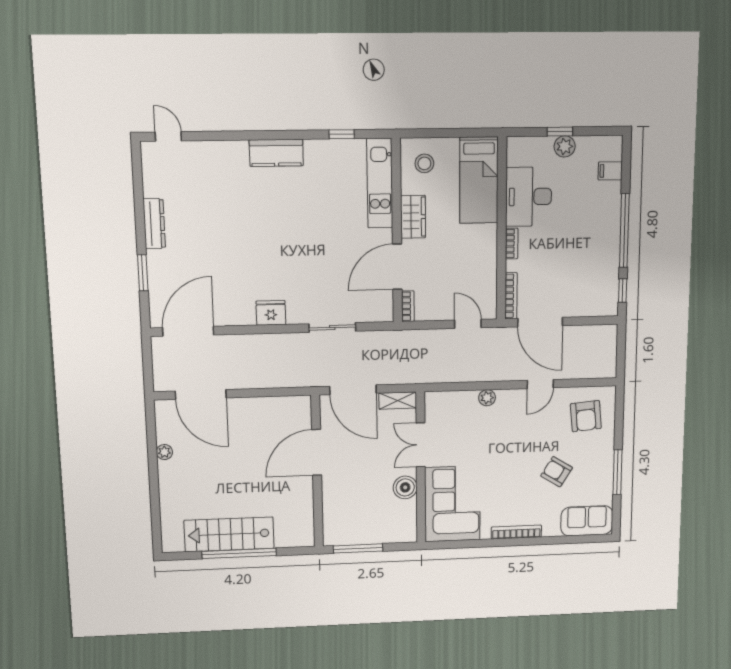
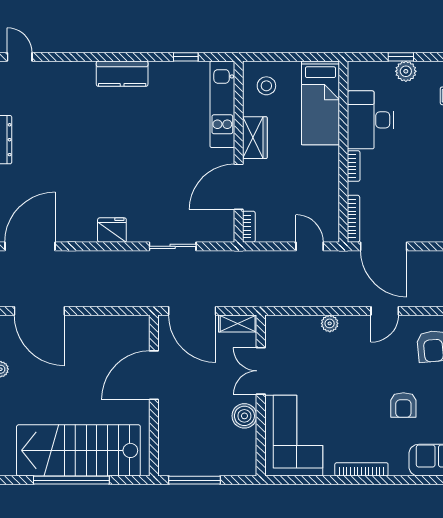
armchair: (557, 472) -> (403, 405), turned -122
stairs: (229, 534) -> (78, 450), width x1.36, depth x1.51

